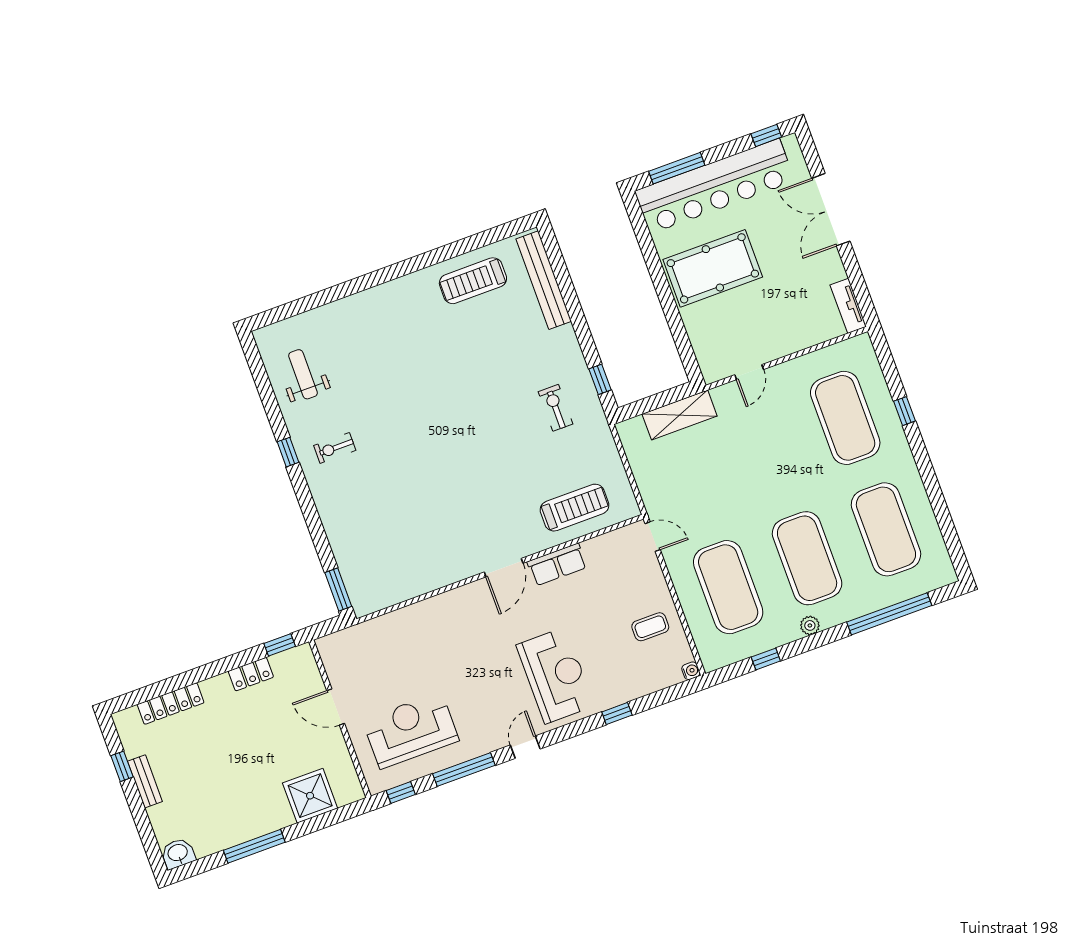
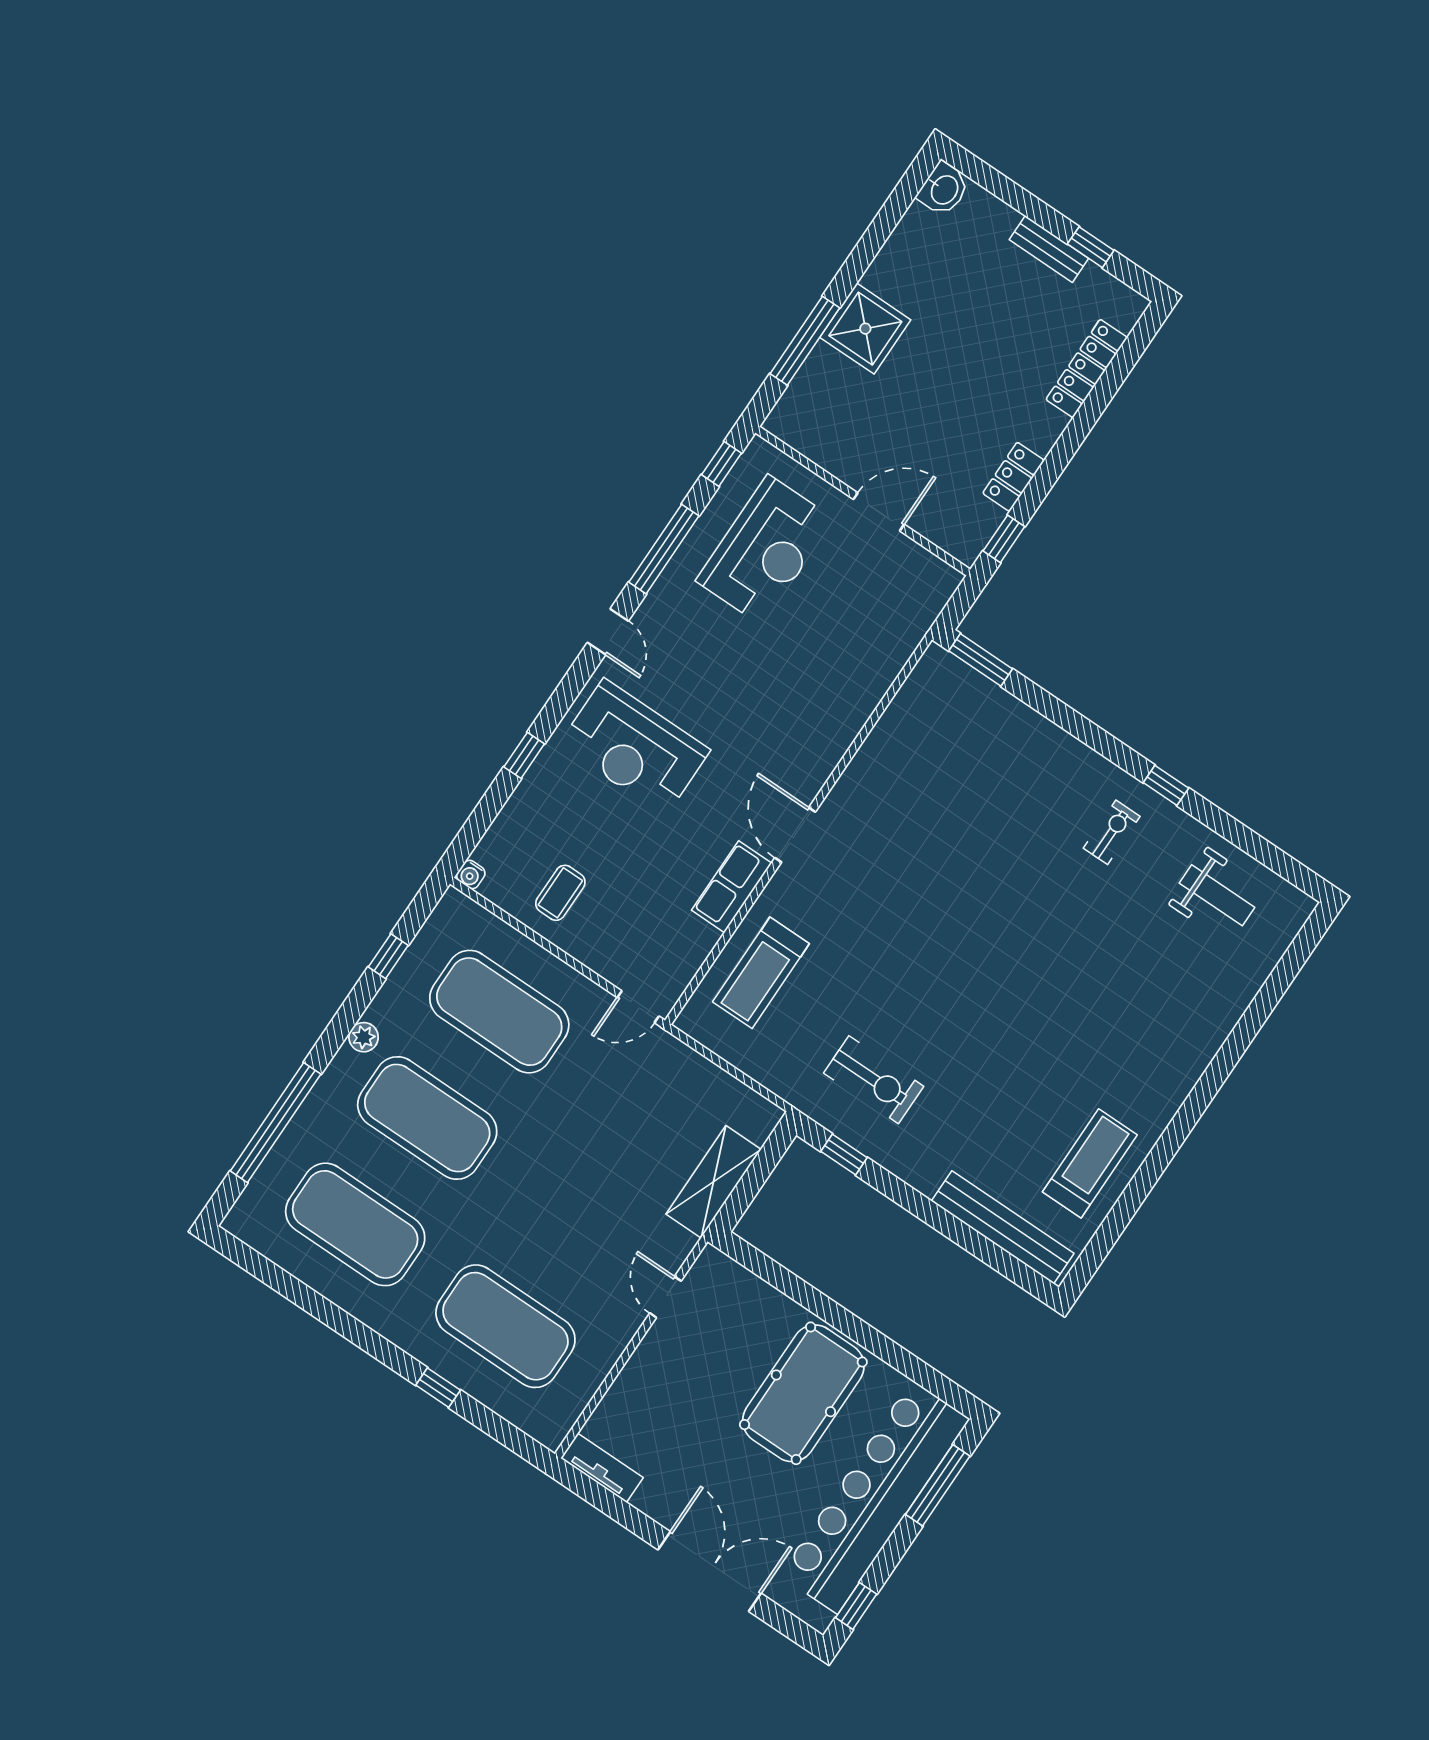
exercise bike: (556, 408) -> (874, 1080), width x1.38, depth x1.39
shower: (310, 796) -> (865, 329), moved
window: (254, 846) -> (805, 341), moved

